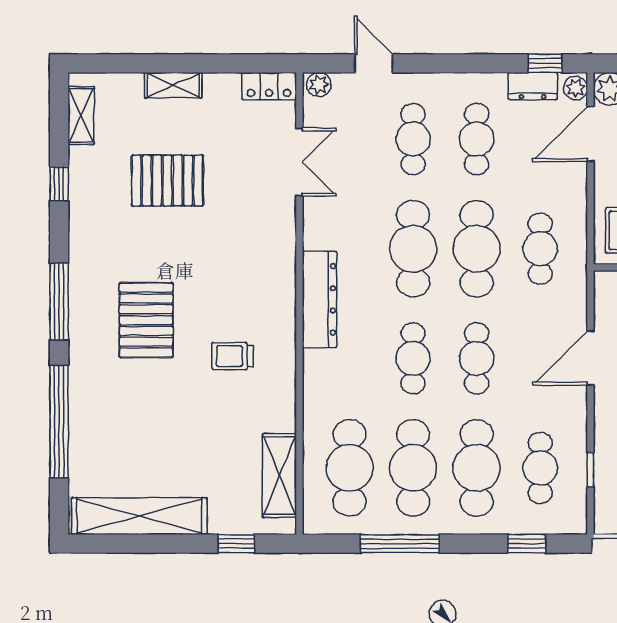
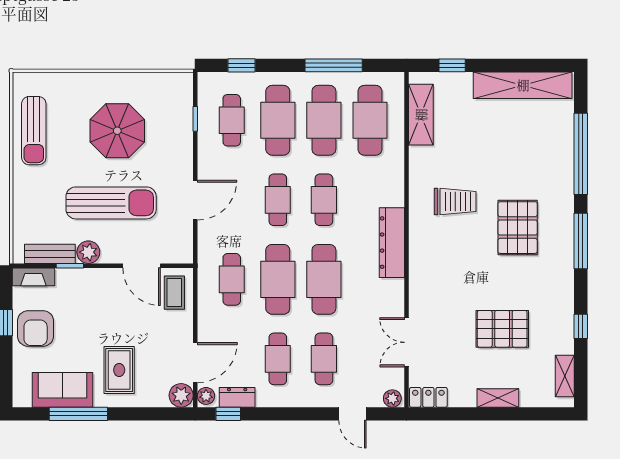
trolley: (232, 356) -> (455, 201), width x1.36, depth x1.39

